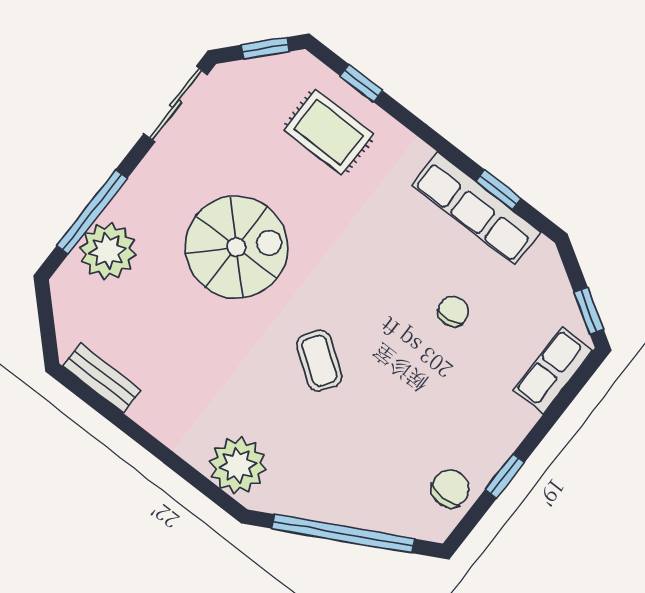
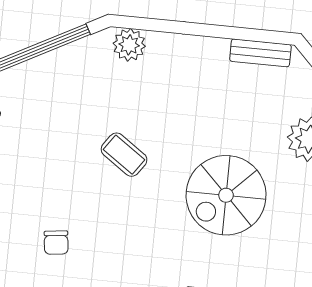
plant: (238, 465) -> (129, 45), width x0.73, depth x0.73

